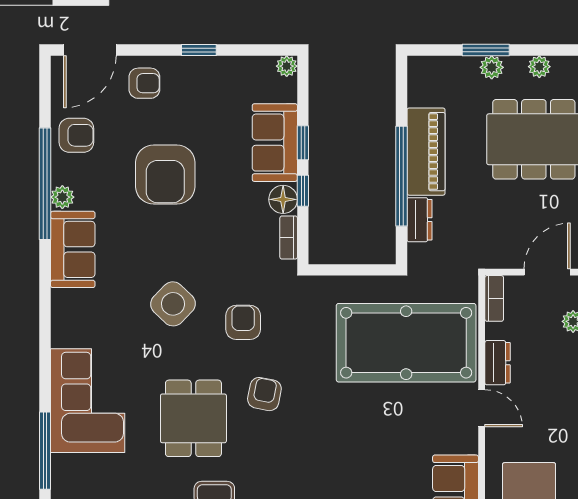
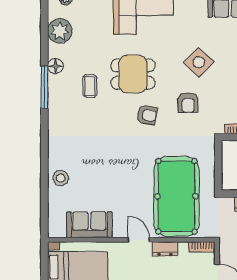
armchair: (243, 322) -> (188, 103), turned 90
door: (482, 408) -> (139, 240), swing flipped

